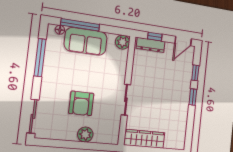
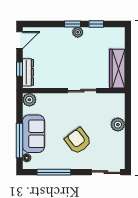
door: (183, 41) -> (20, 40), hinge flipped
window: (195, 73) -> (96, 24), moved
plant: (184, 101) -> (78, 32), added
armchair: (81, 103) -> (78, 141), moved, turned -127

